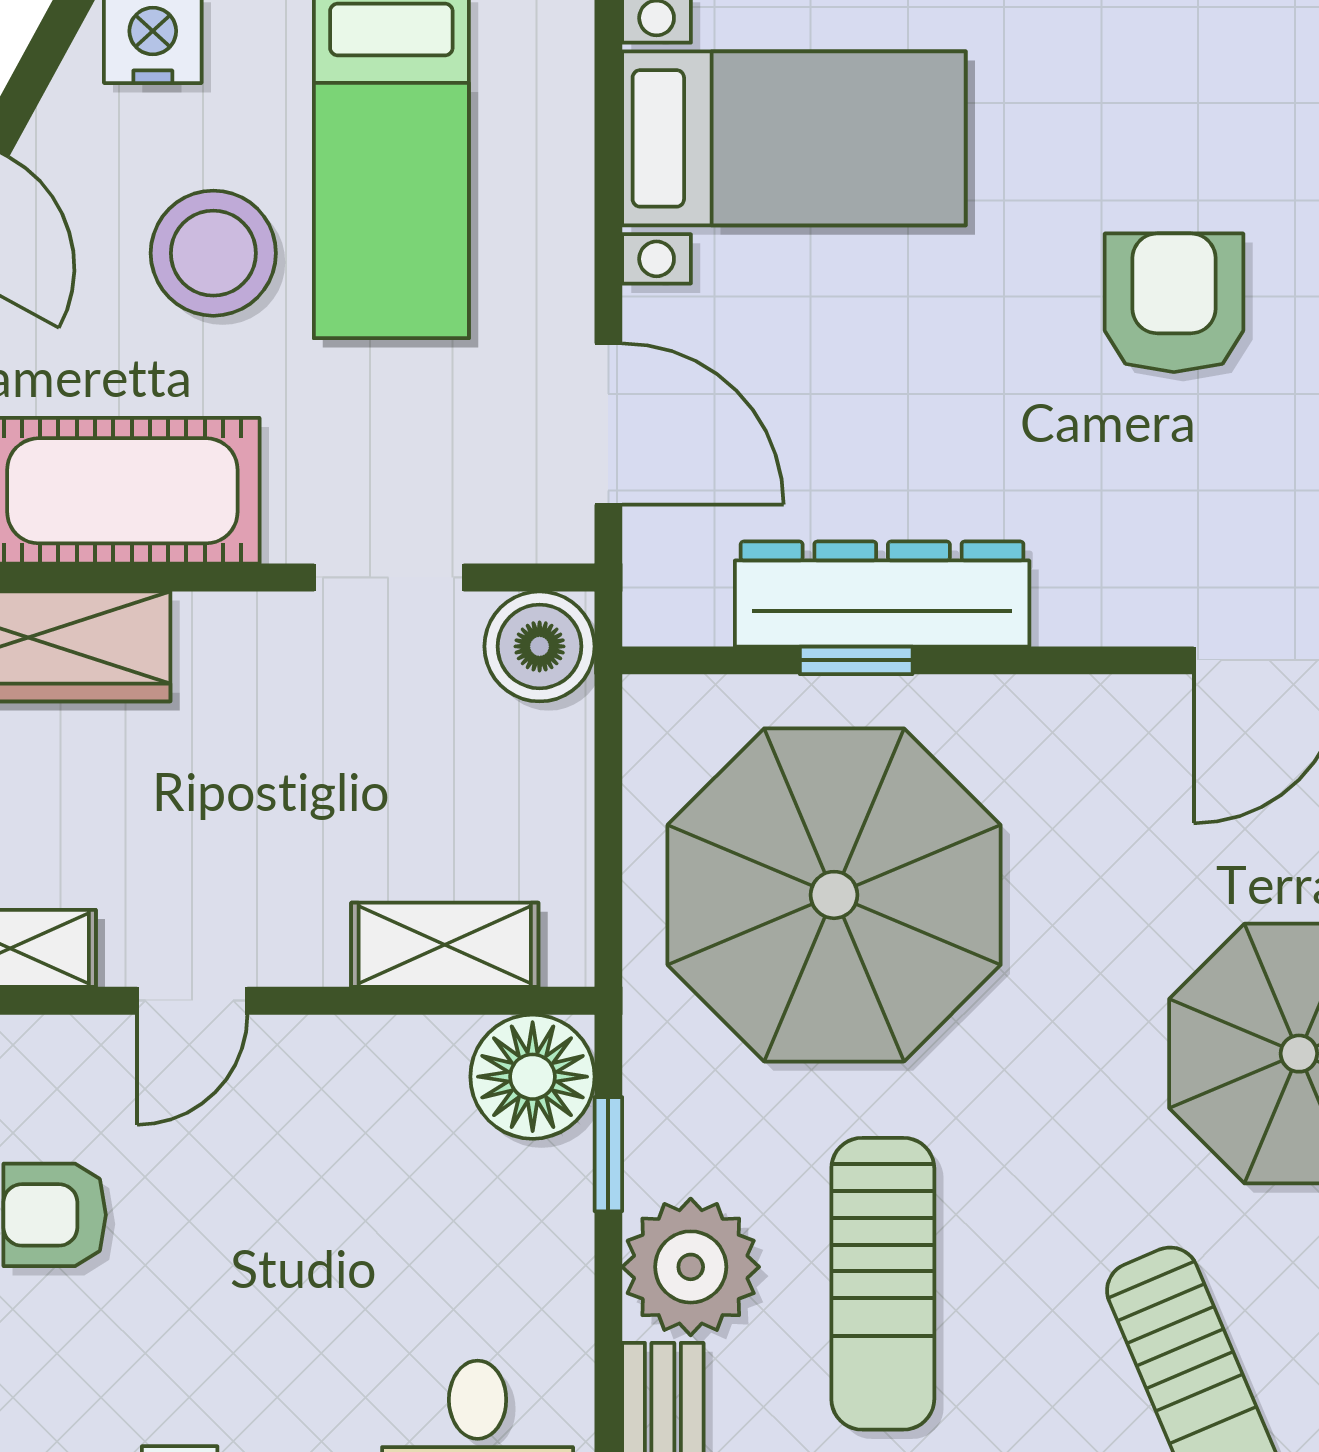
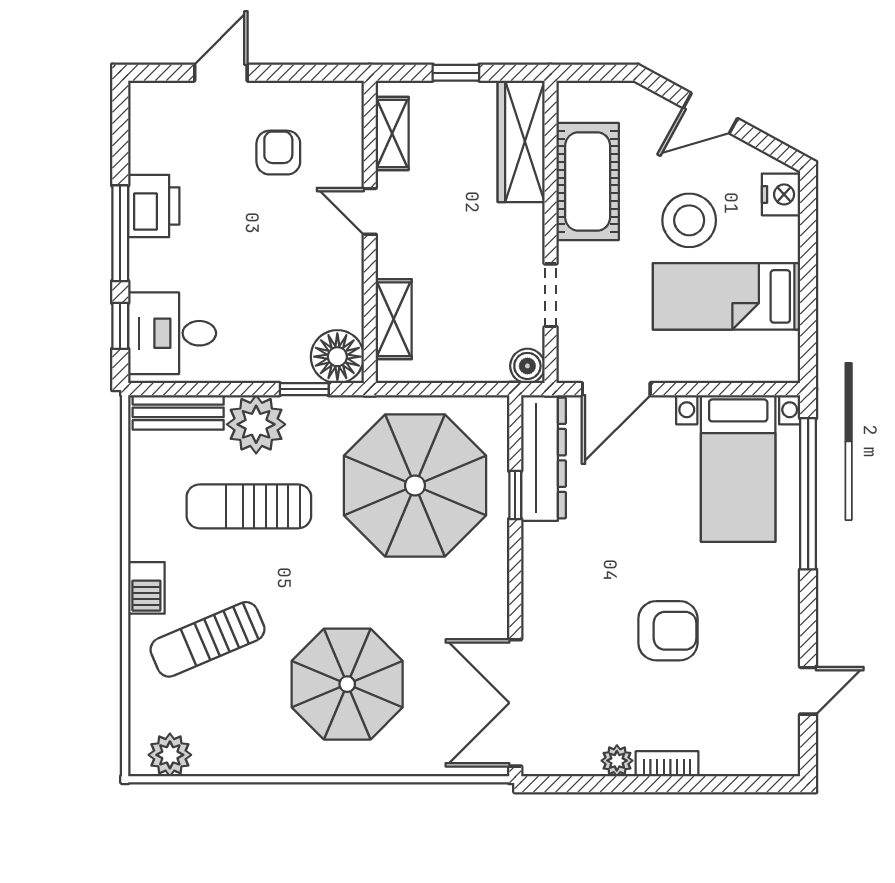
dresser: (882, 594) -> (544, 458), moved
boiler: (540, 646) -> (527, 366), width x0.73, depth x0.73

